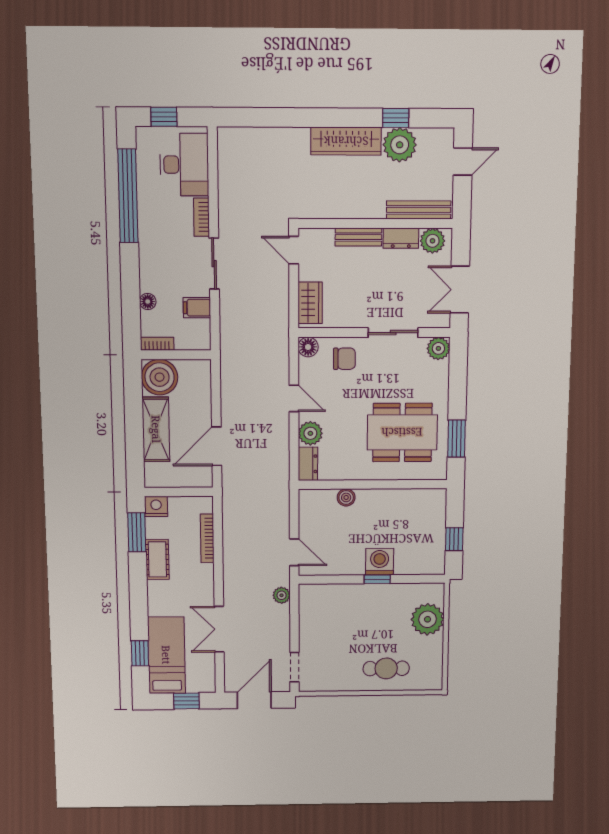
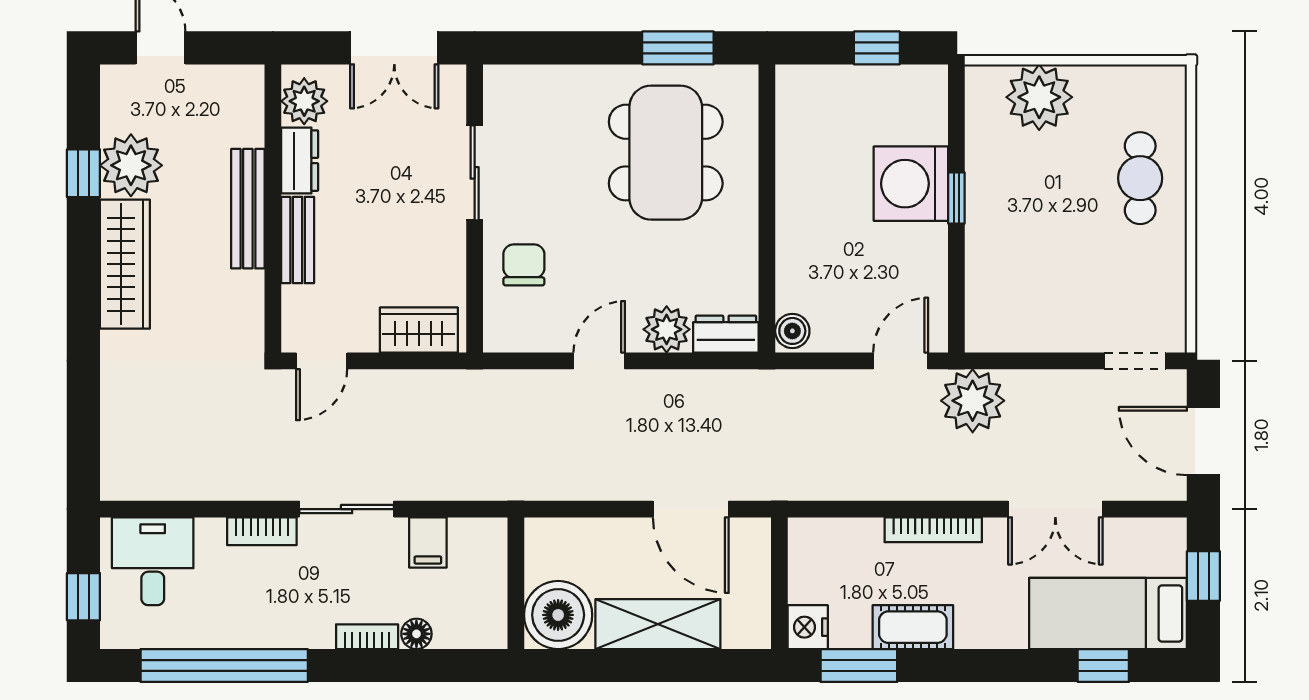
desk: (184, 165) -> (153, 561), width x0.73
bench: (419, 210) -> (248, 209), moved
bookcase: (157, 344) -> (367, 637), moved, turned 90
floor lamp: (308, 347) -> (502, 334), removed
plant: (438, 348) -> (505, 86), removed
boiler: (346, 497) -> (792, 331), moved
bookcase: (207, 538) -> (933, 530), moved
washing machine: (380, 562) -> (911, 184), width x1.37, depth x1.37
plant: (282, 595) -> (973, 401), width x1.88, depth x1.88

